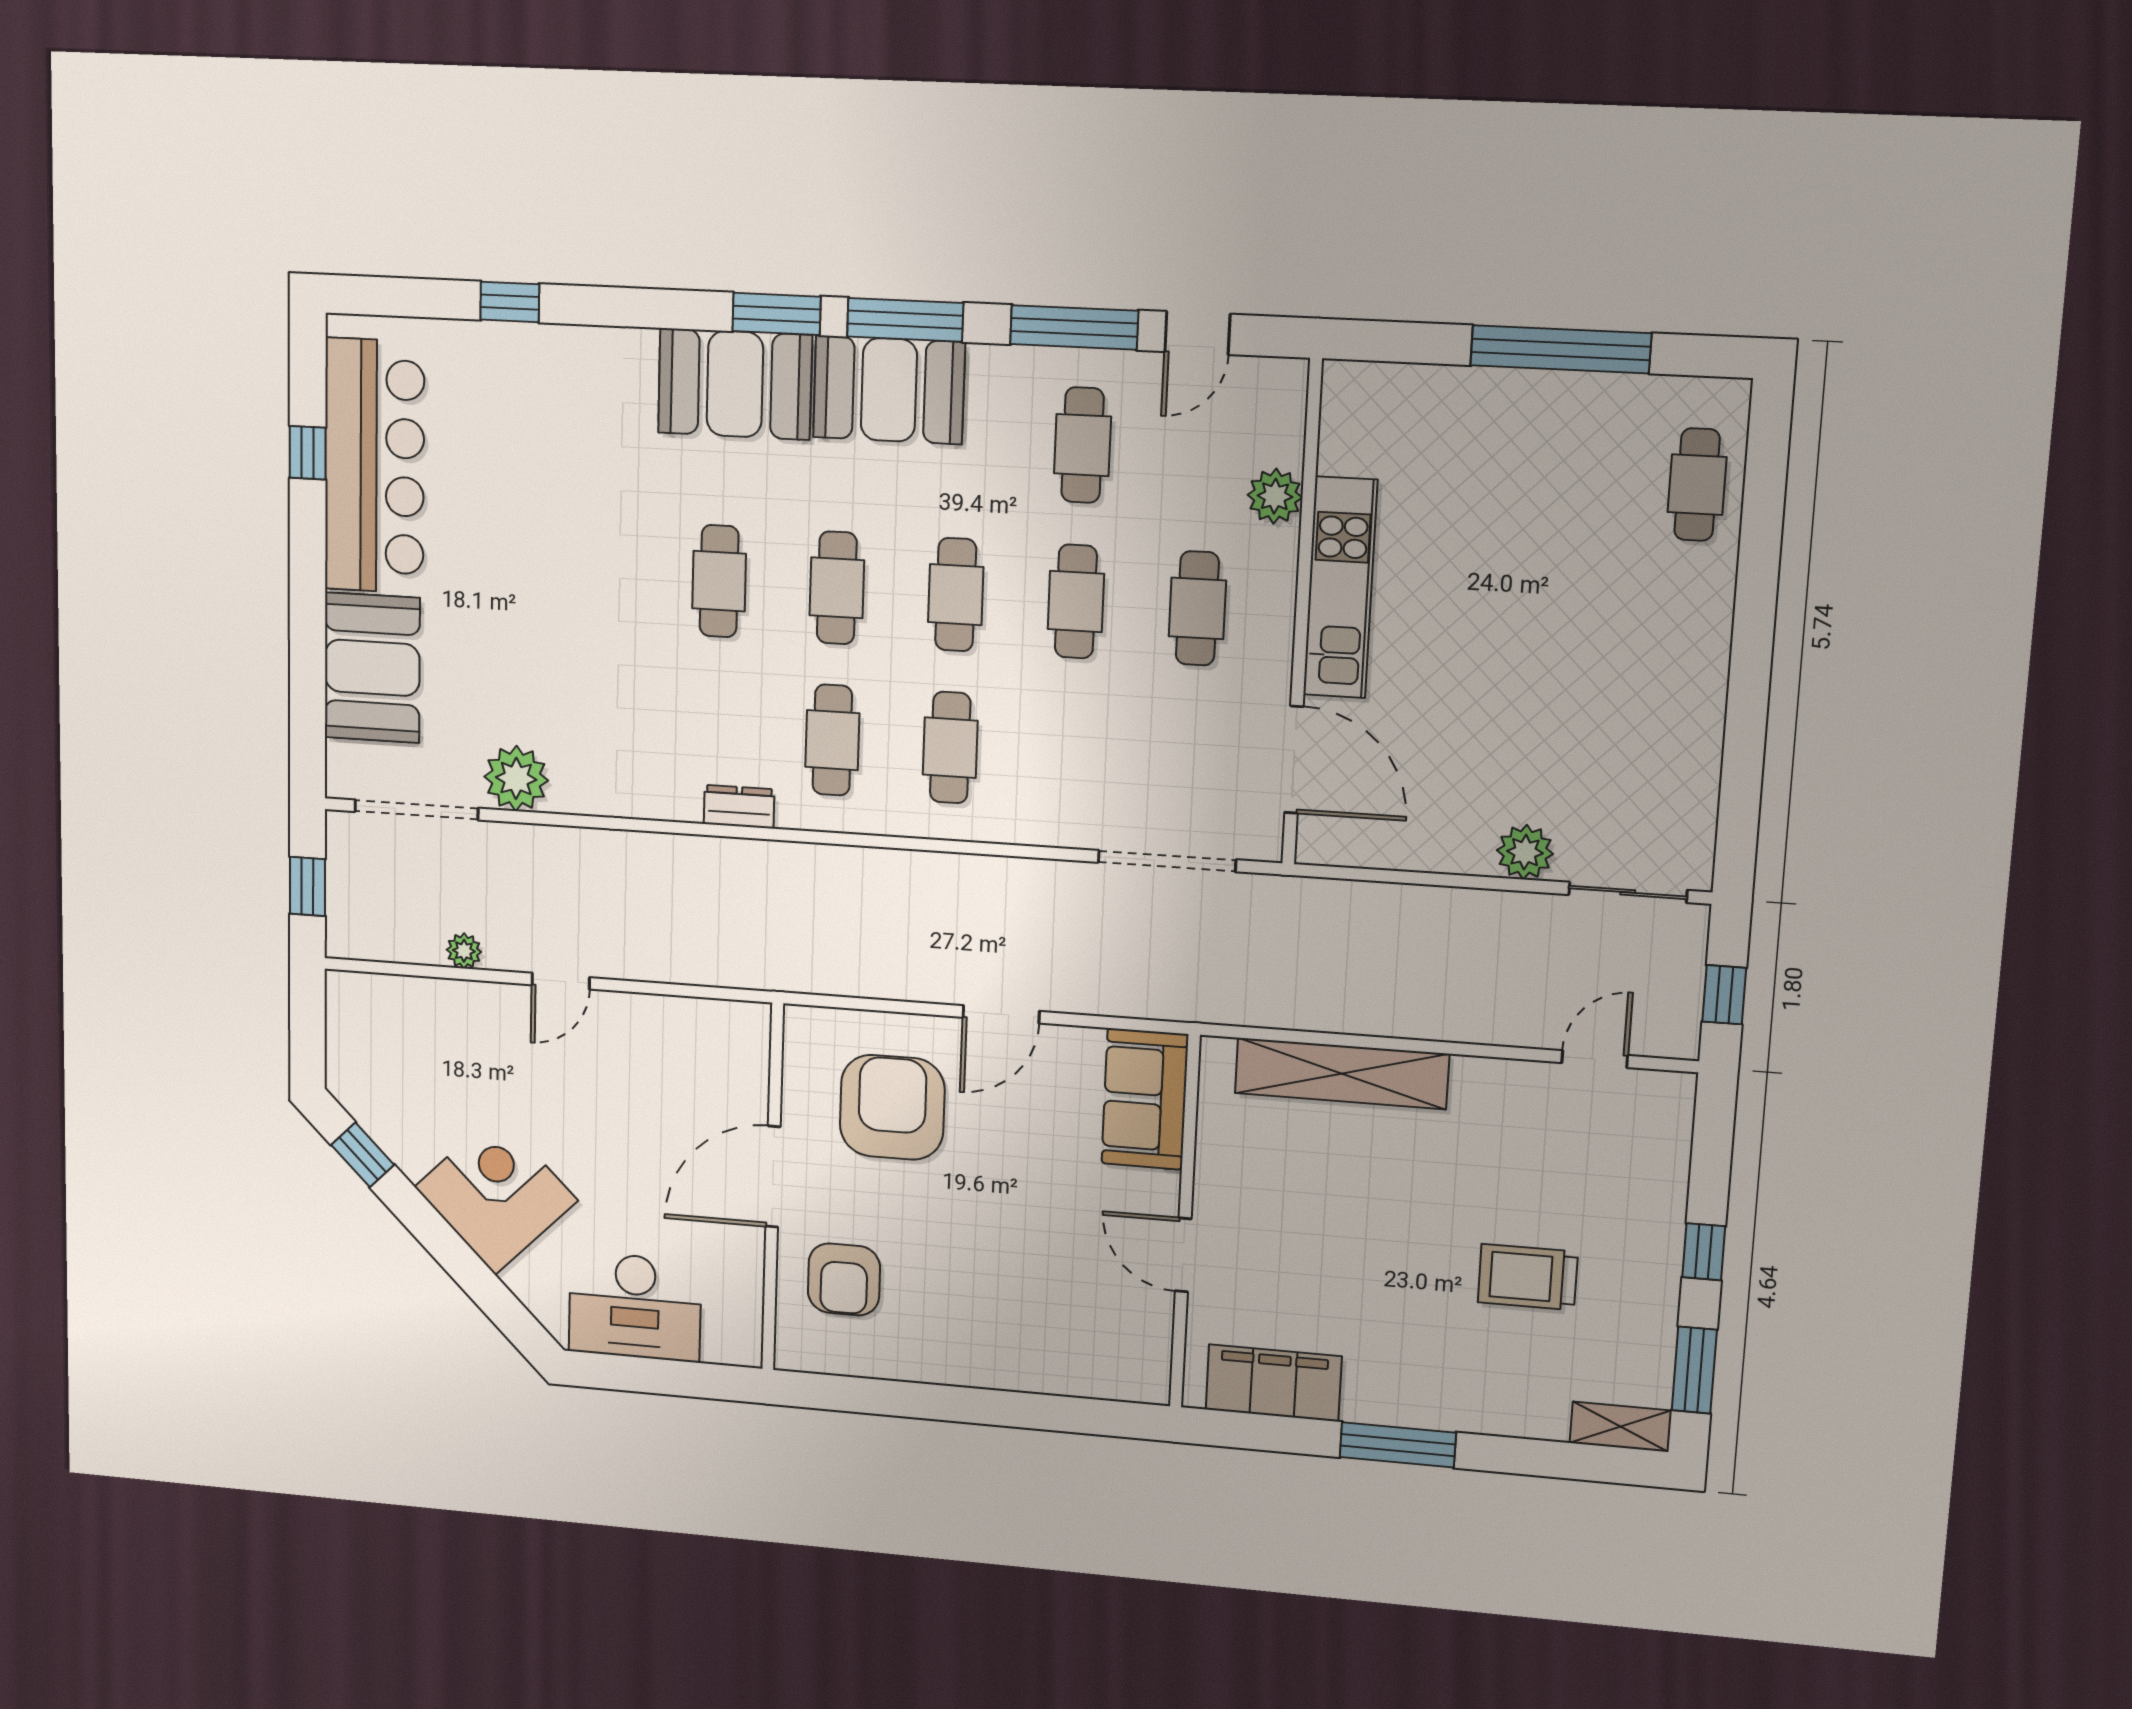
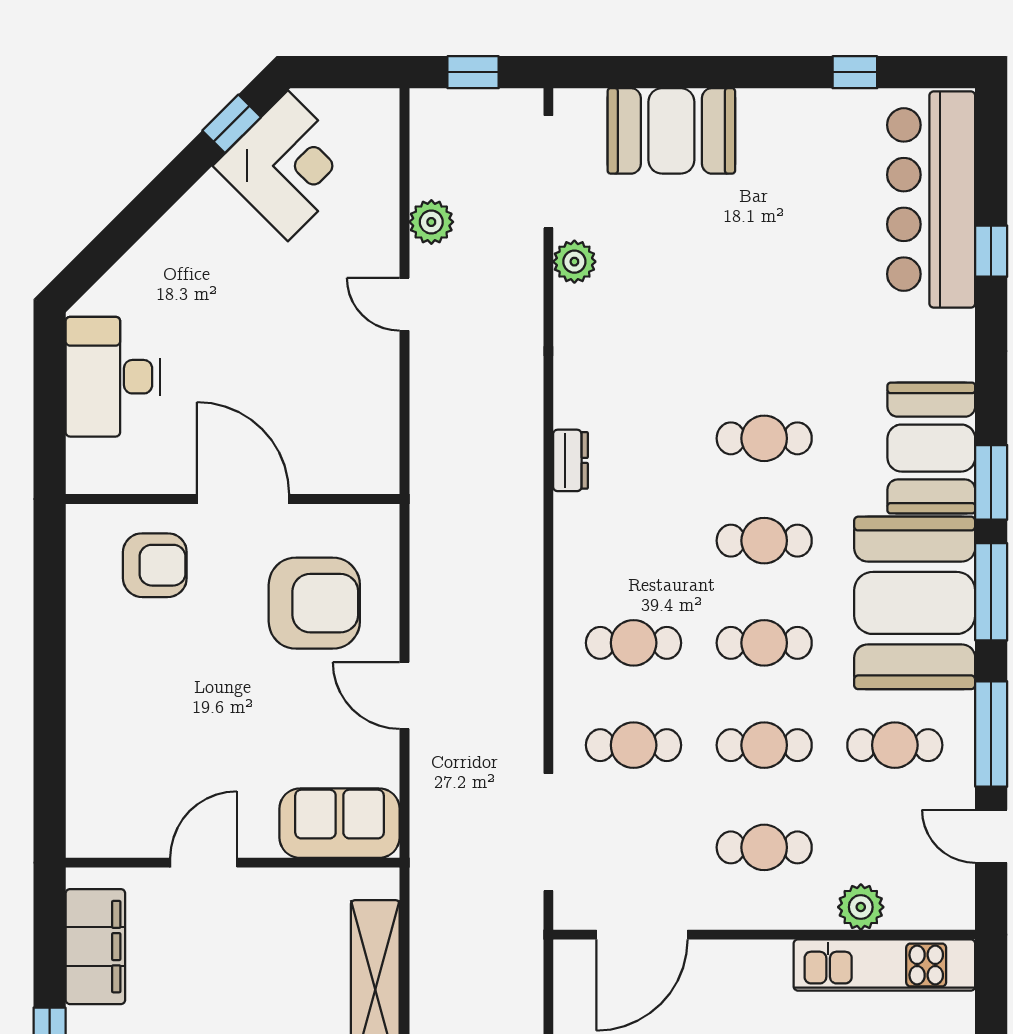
booth: (889, 390) -> (915, 603), width x1.36, depth x1.42
bar counter: (374, 466) -> (931, 200), moved, turned 90
kitchen unit: (1340, 588) -> (884, 965), moved
cafe table: (832, 740) -> (634, 745), moved
plant: (516, 778) -> (574, 262), width x0.73, depth x0.73
plant: (464, 951) -> (431, 222), width x1.38, depth x1.38
corner desk: (496, 1194) -> (288, 166), moved
armchair: (844, 1279) -> (155, 565), turned 180

